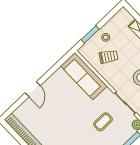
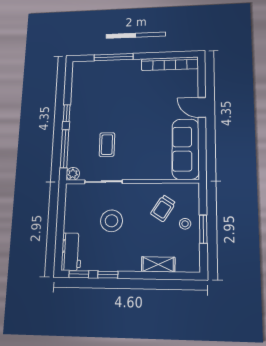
window: (90, 34) -> (203, 229), moved
sofa: (84, 76) -> (186, 149), moved, turned -90

